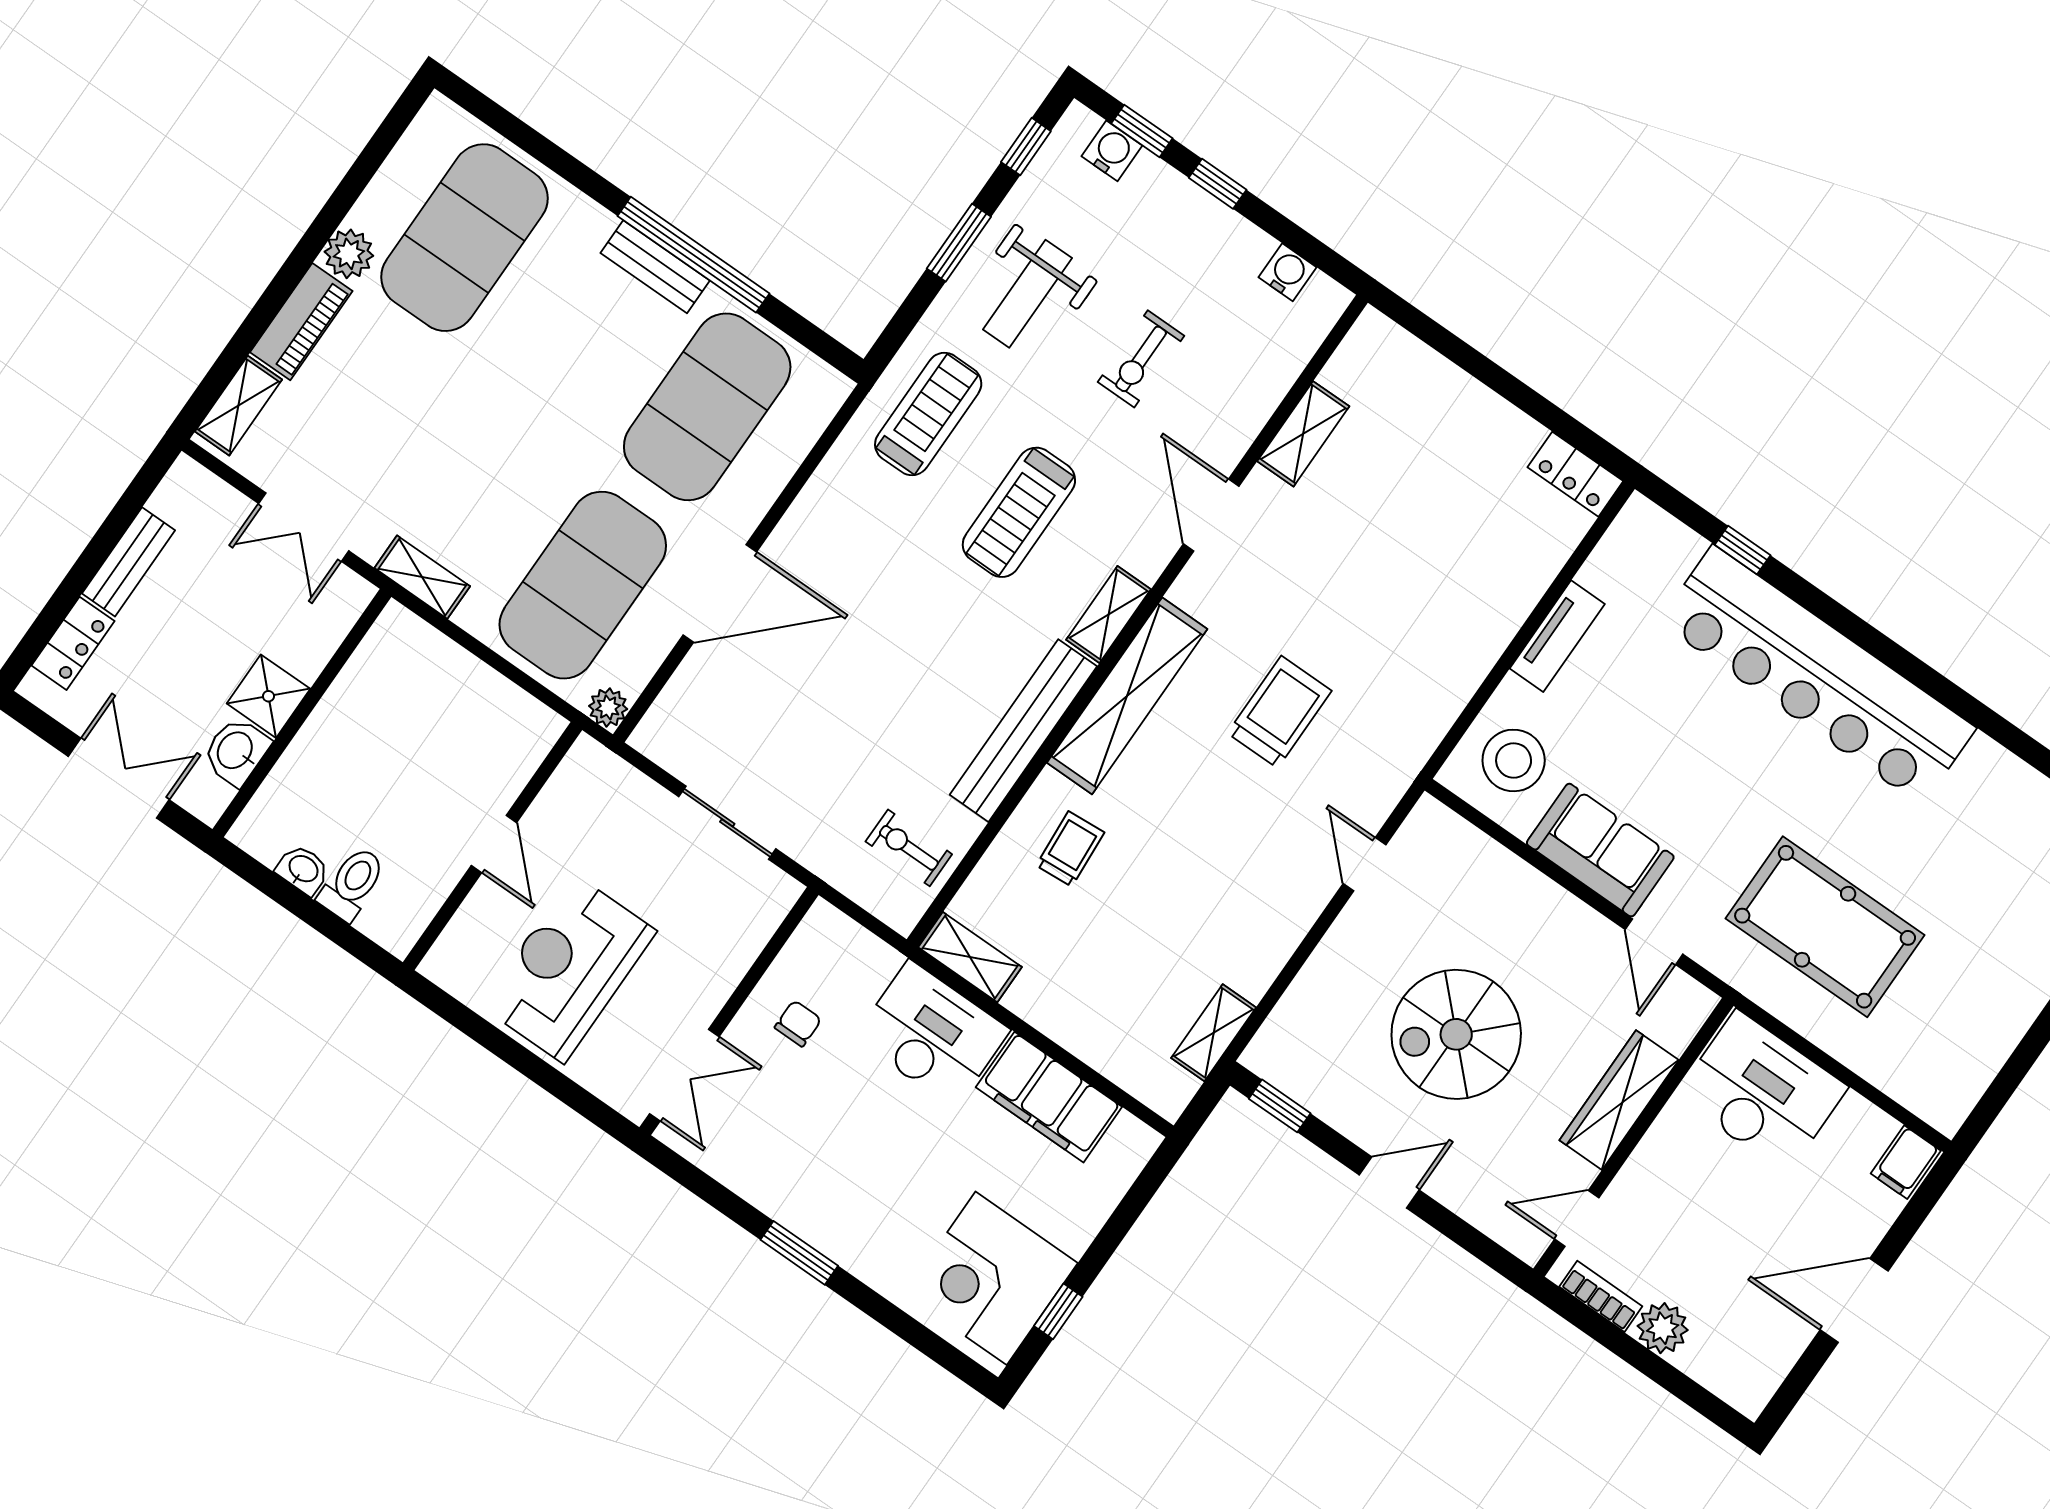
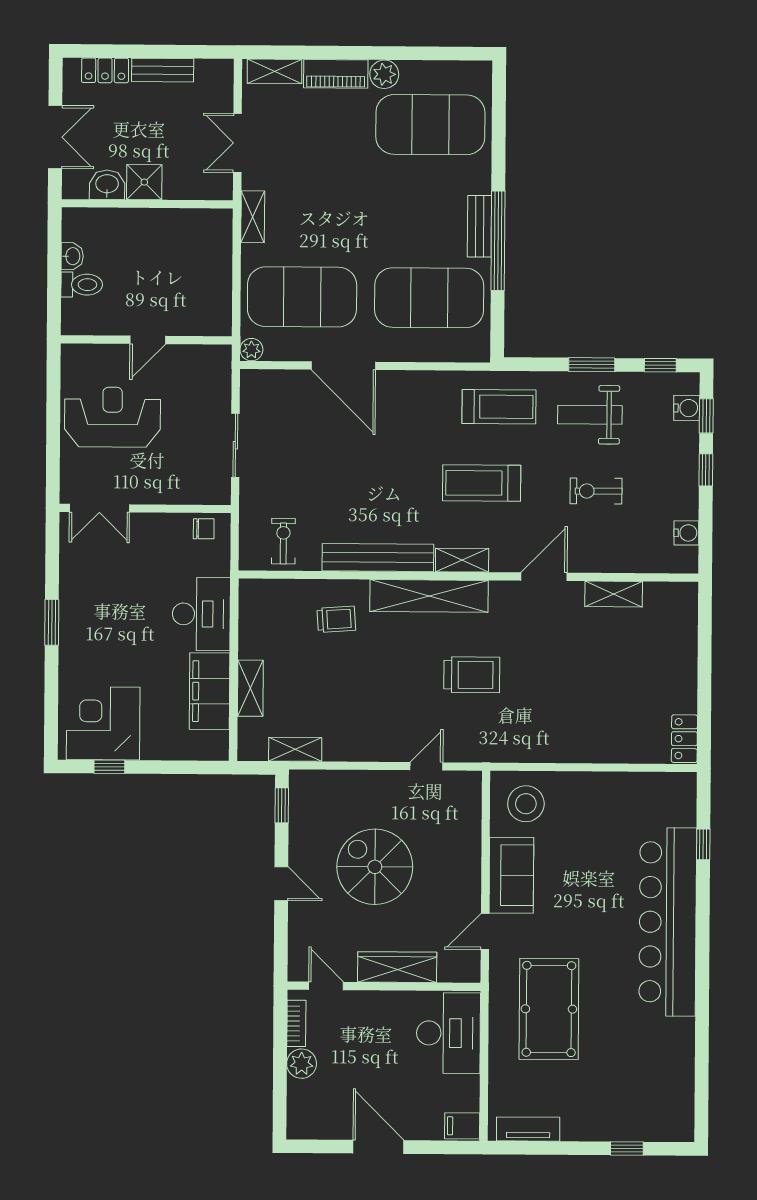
tv unit: (1557, 636) -> (528, 1129), moved, turned 180
shelving: (970, 957) -> (250, 688), moved
chair: (798, 1023) -> (204, 529), moved

